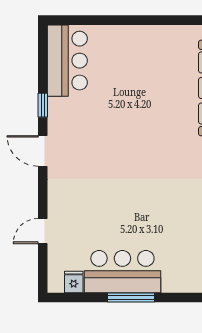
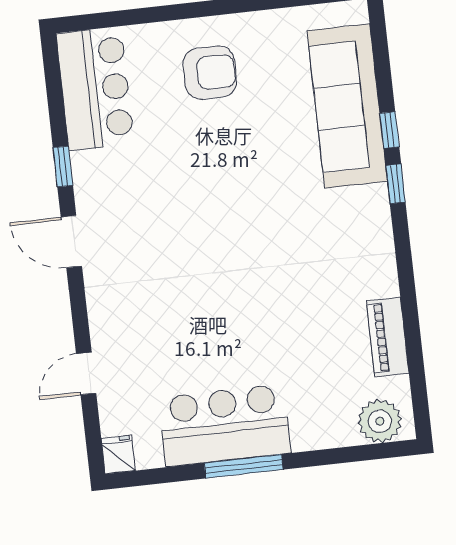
armchair: (137, 59) -> (210, 73), added
fridge: (74, 282) -> (118, 454), moved

